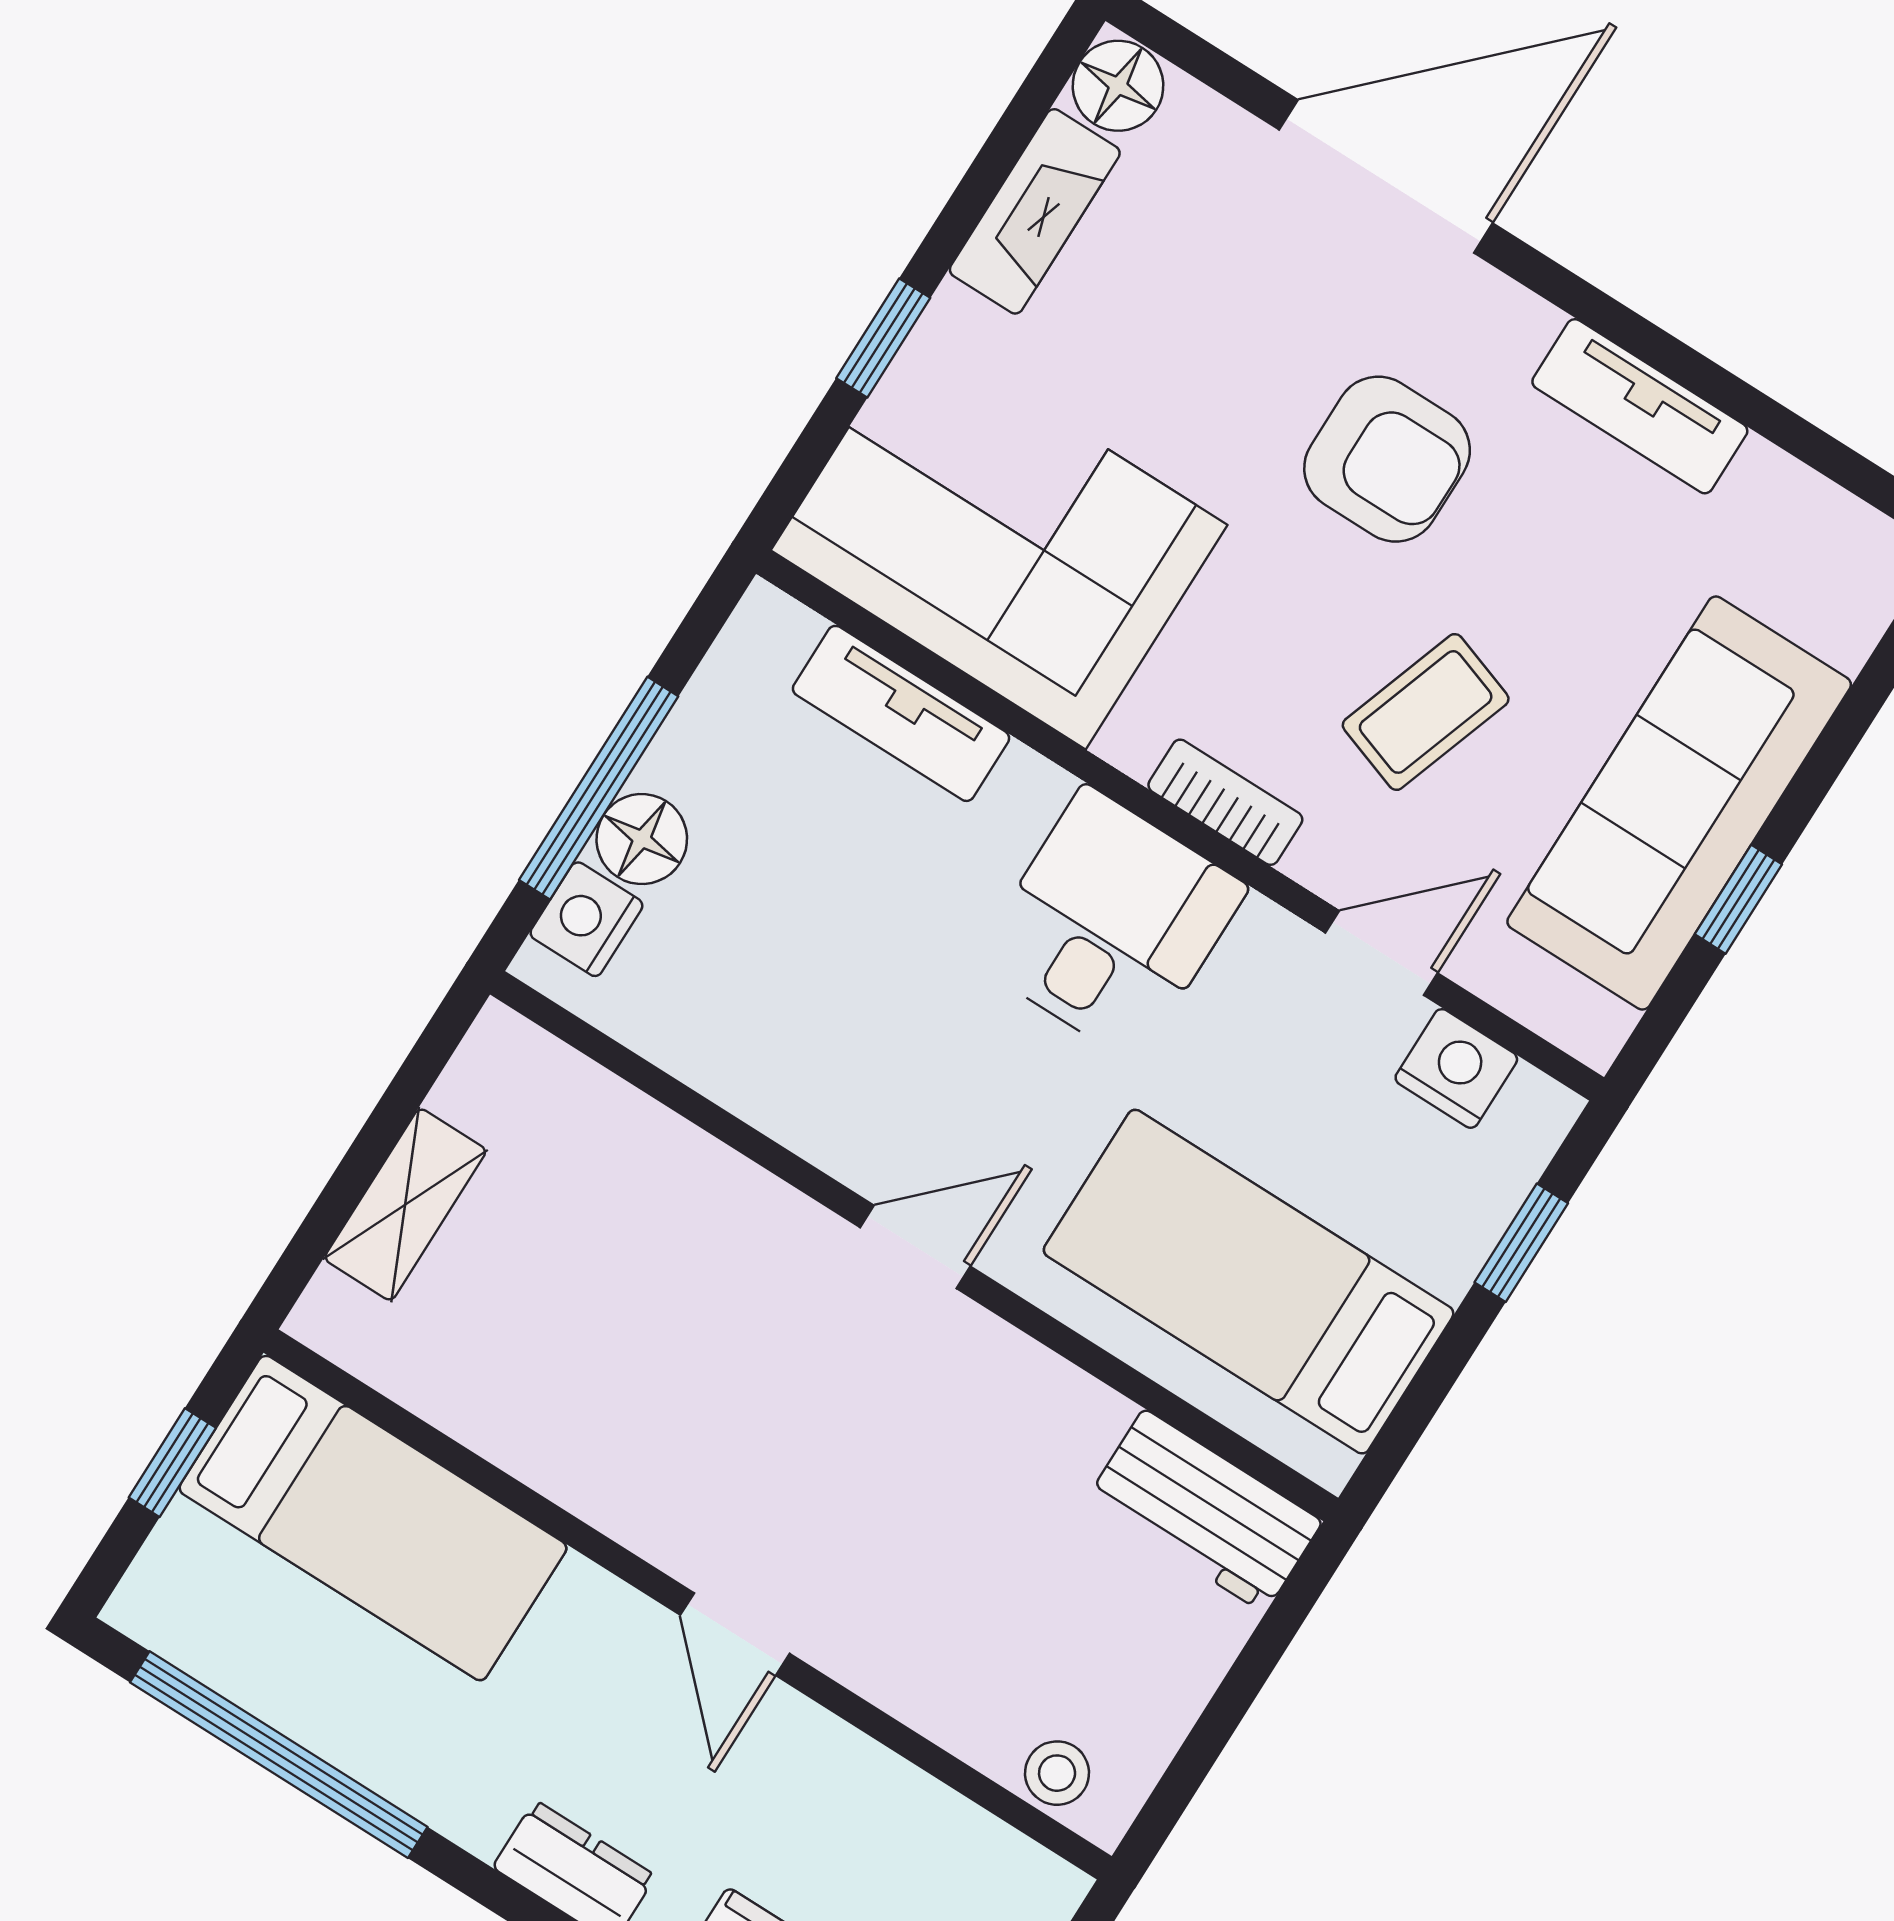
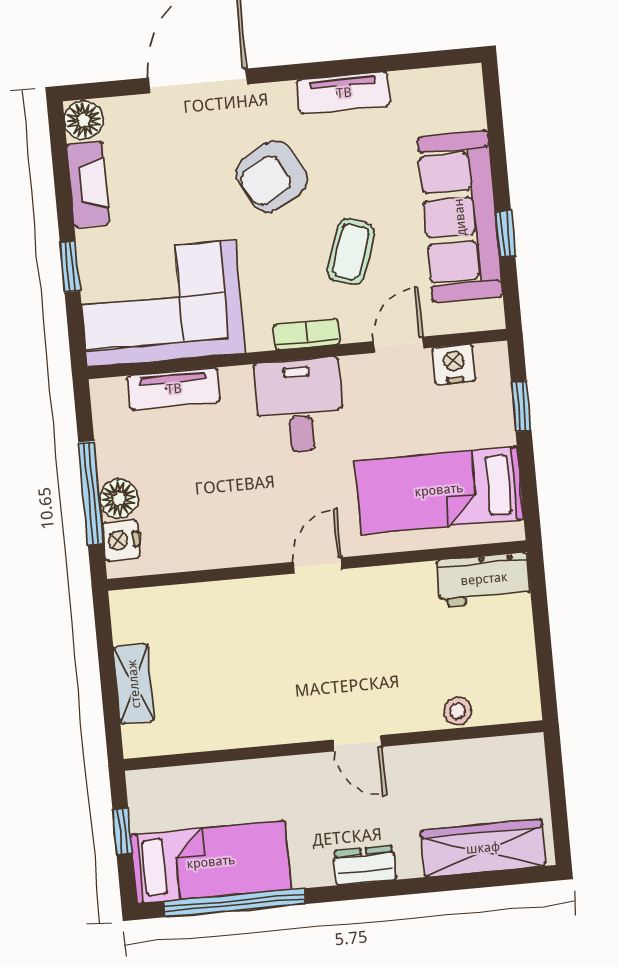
armchair: (1387, 459) -> (272, 176), turned 151
bed: (373, 1518) -> (211, 862), moved
stool: (1057, 1773) -> (458, 711), moved

